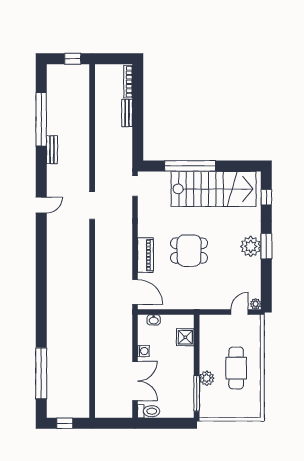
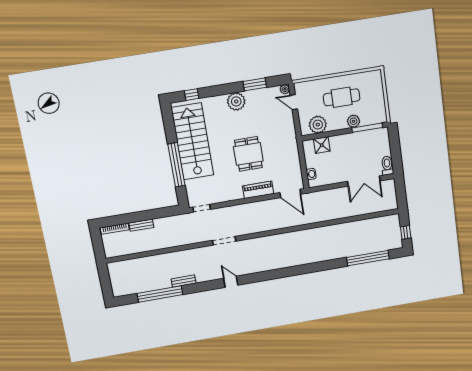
window: (73, 59) -> (104, 277), removed
window: (266, 246) -> (255, 84), moved
door: (135, 292) -> (290, 193), swing flipped
plant: (210, 336) -> (318, 125), added
washing machine: (143, 351) -> (338, 178), removed
double door: (135, 381) -> (364, 181), swing flipped

